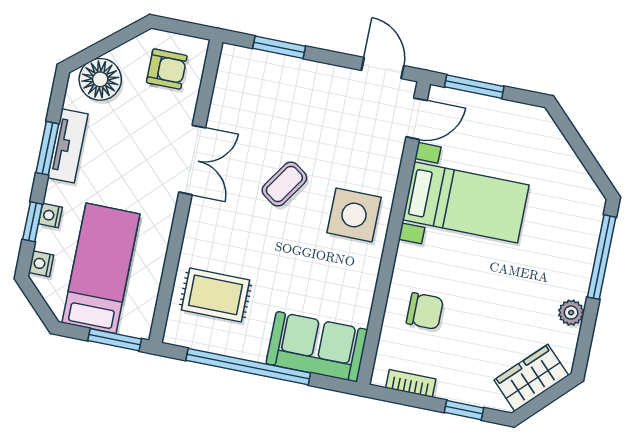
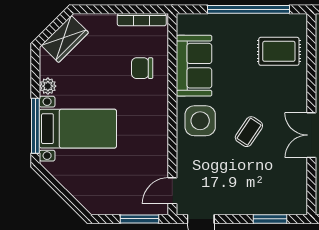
bed with nightstands: (466, 202) -> (78, 129), moved, turned 180
sofa: (317, 347) -> (194, 66), moved, turned -90
bookcase: (411, 383) -> (142, 20), width x1.56
window: (464, 410) -> (104, 9), removed

